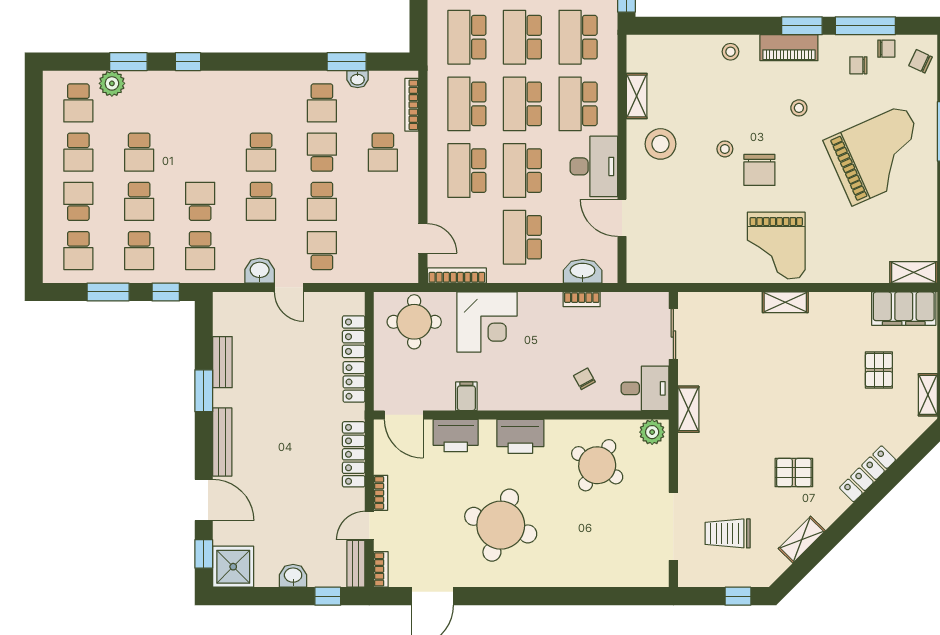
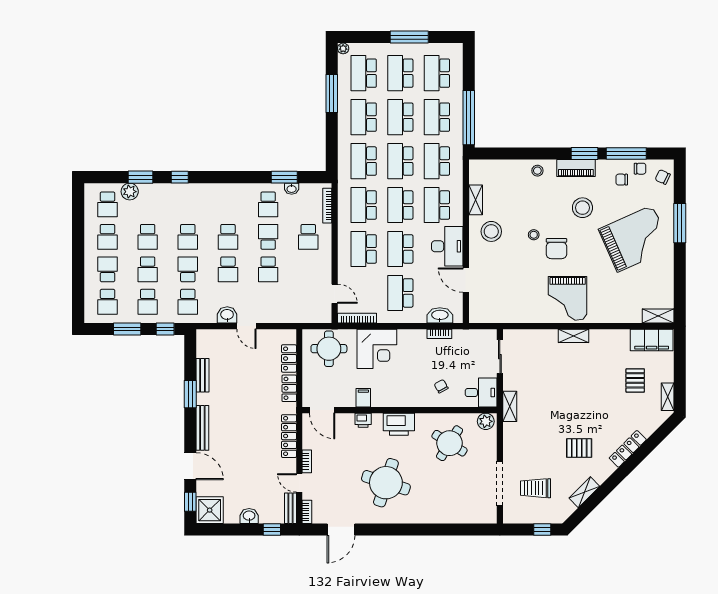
stool: (799, 108) -> (582, 208), width x1.89, depth x1.89
school desk: (322, 251) -> (188, 237), moved, turned 180
printer: (456, 436) -> (363, 420), width x0.53, depth x0.68
door: (369, 525) -> (299, 483), hinge flipped

